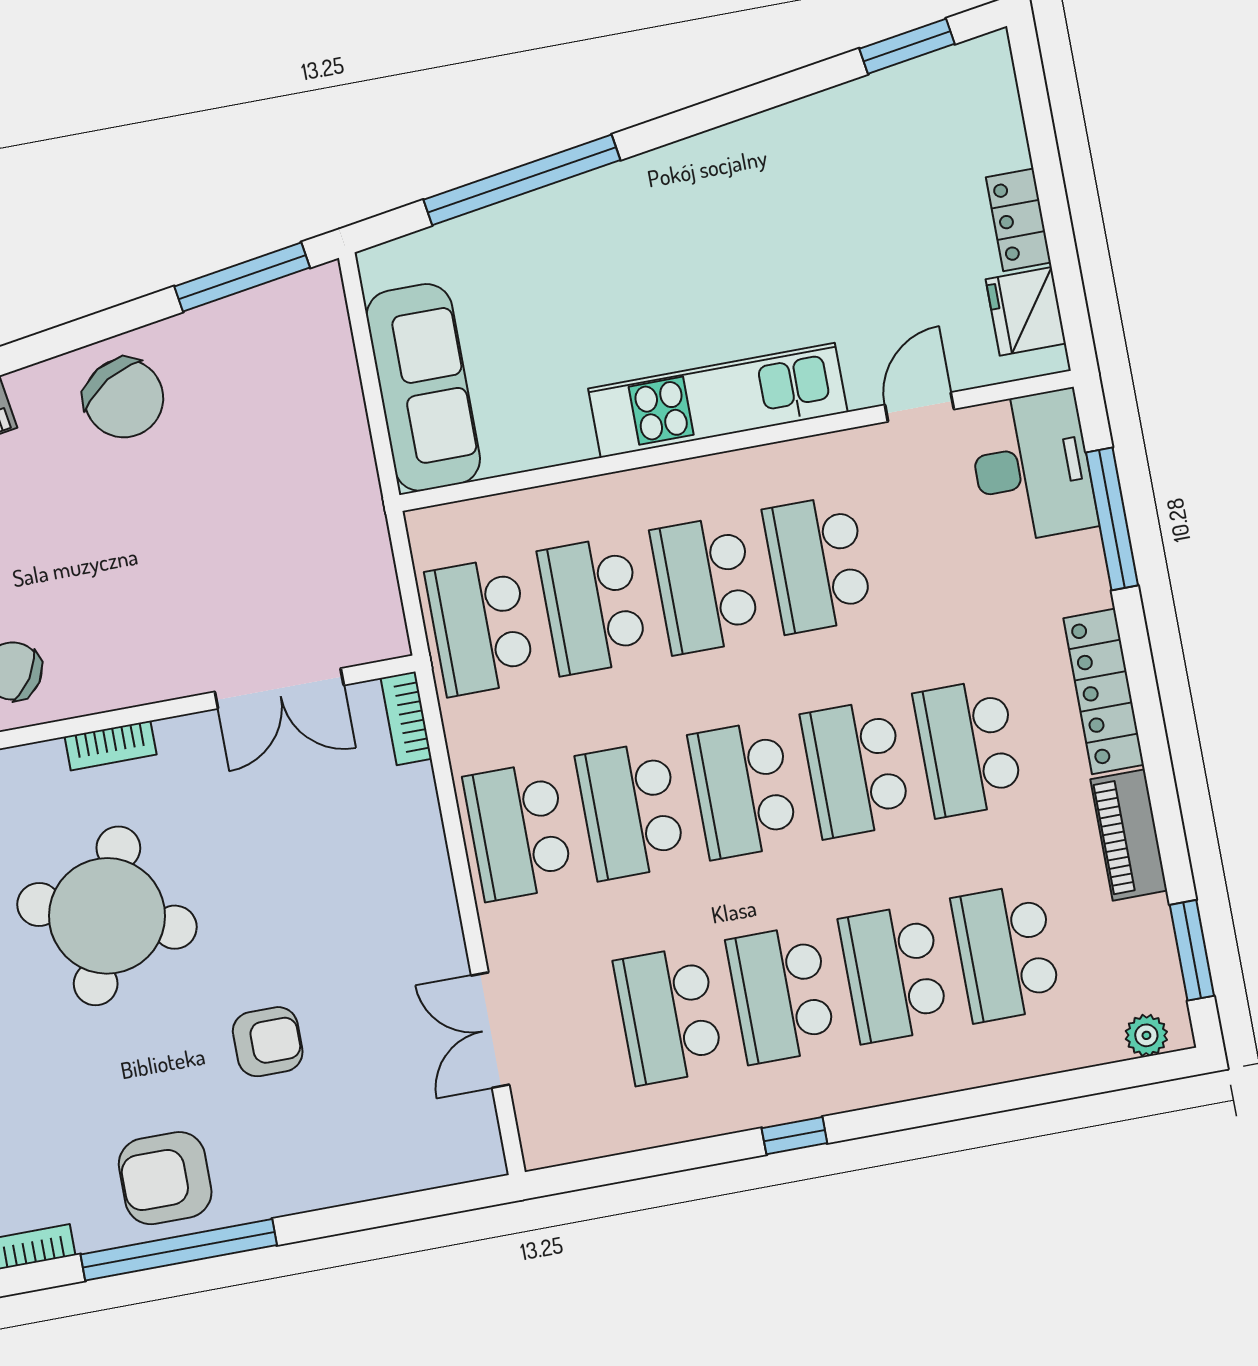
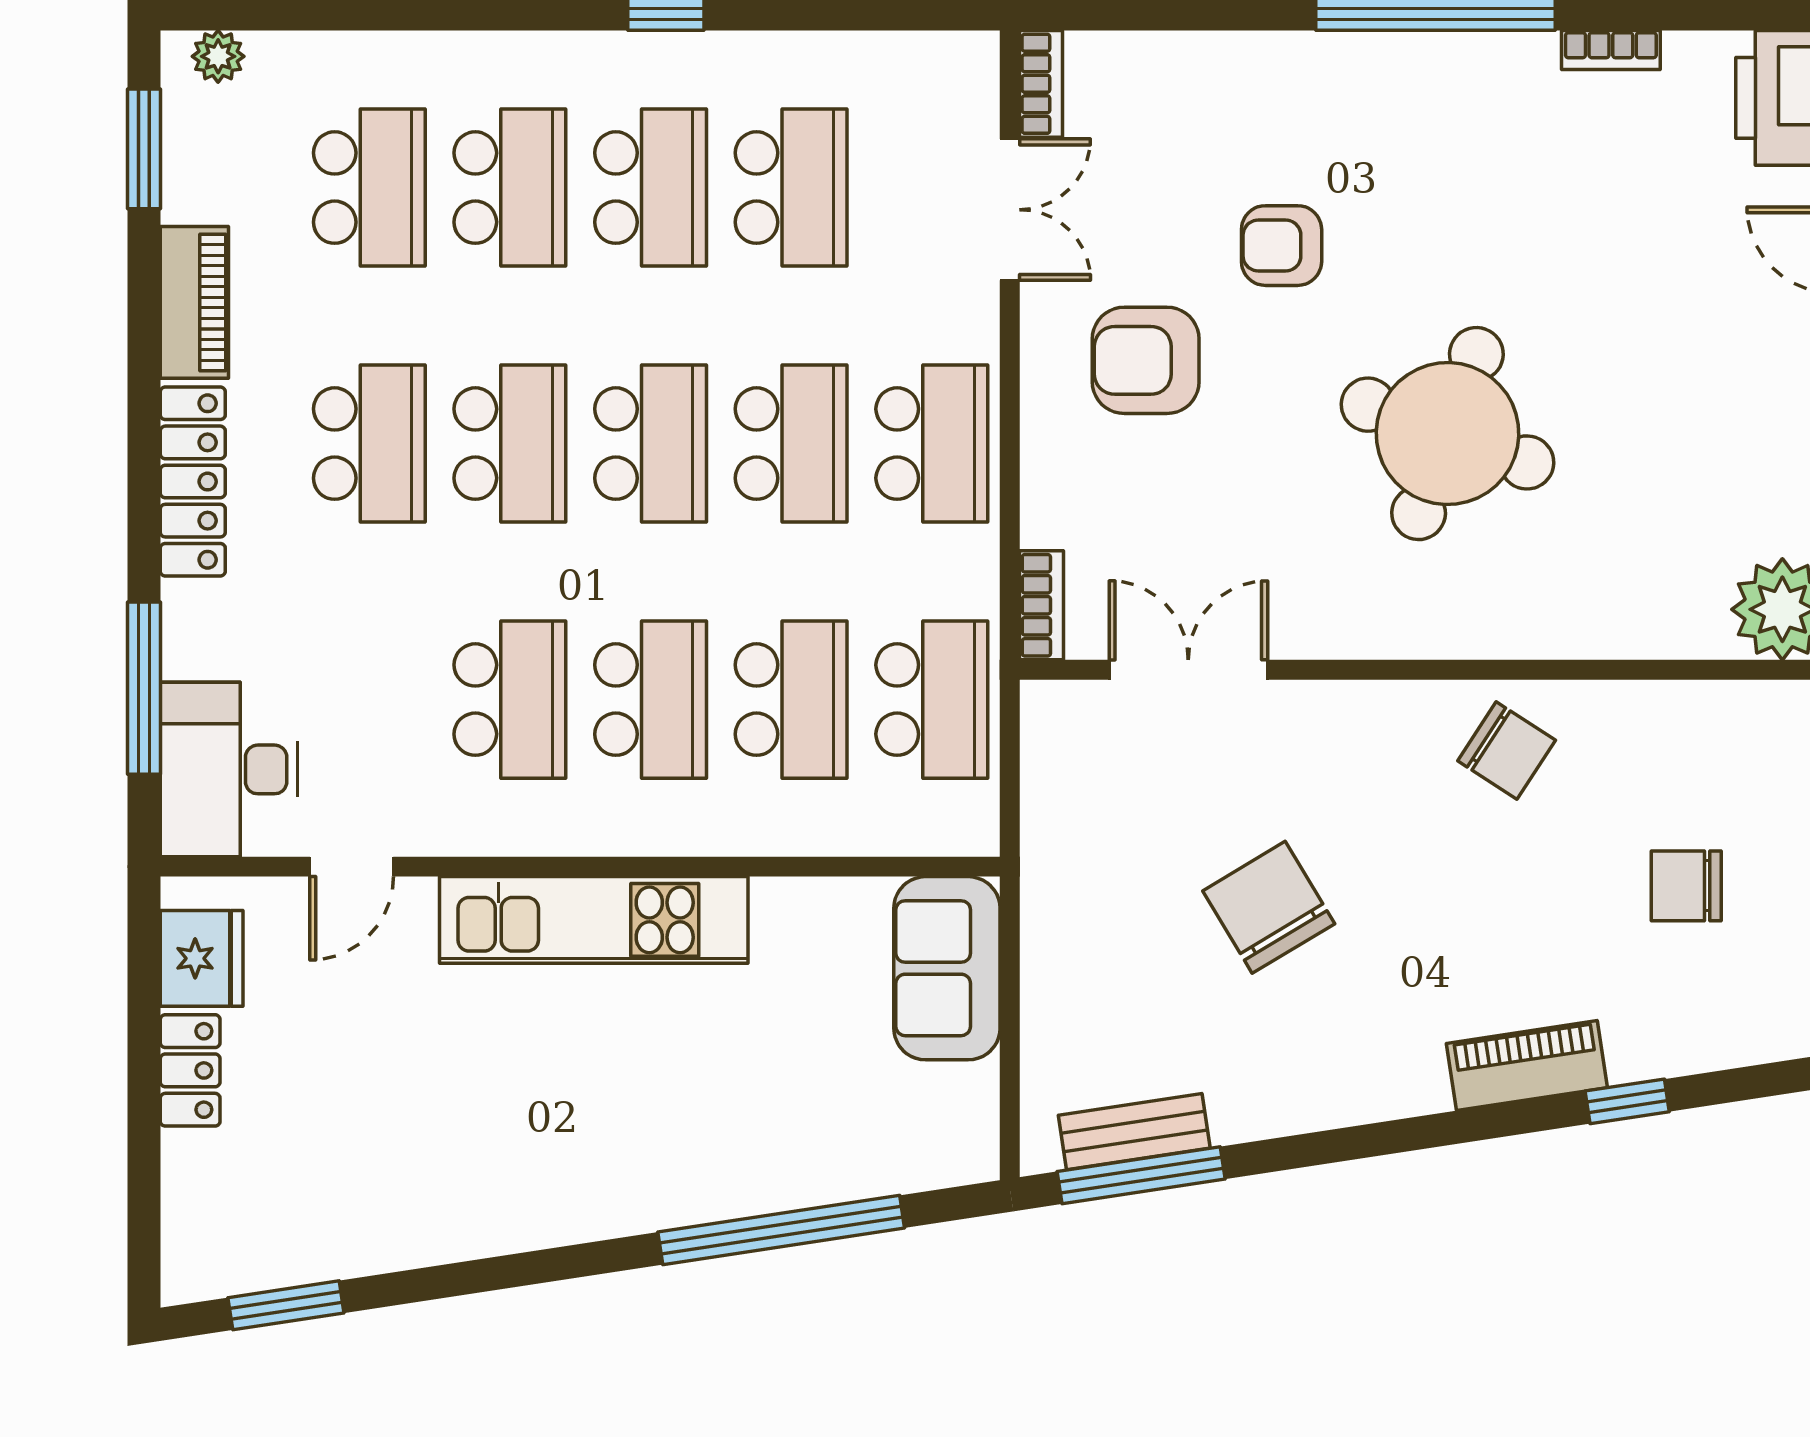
bench: (254, 311) -> (1134, 1132), added
sofa: (423, 387) -> (947, 968), width x0.73
chair: (124, 398) -> (1269, 907), moved
bookcase: (111, 746) -> (1041, 84), moved, turned 90
armchair: (165, 1178) -> (1146, 360), moved, turned 180

